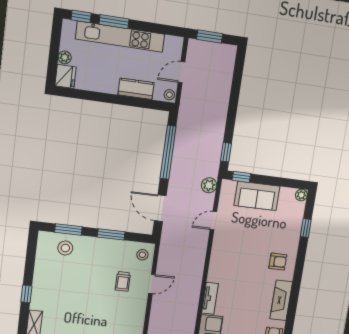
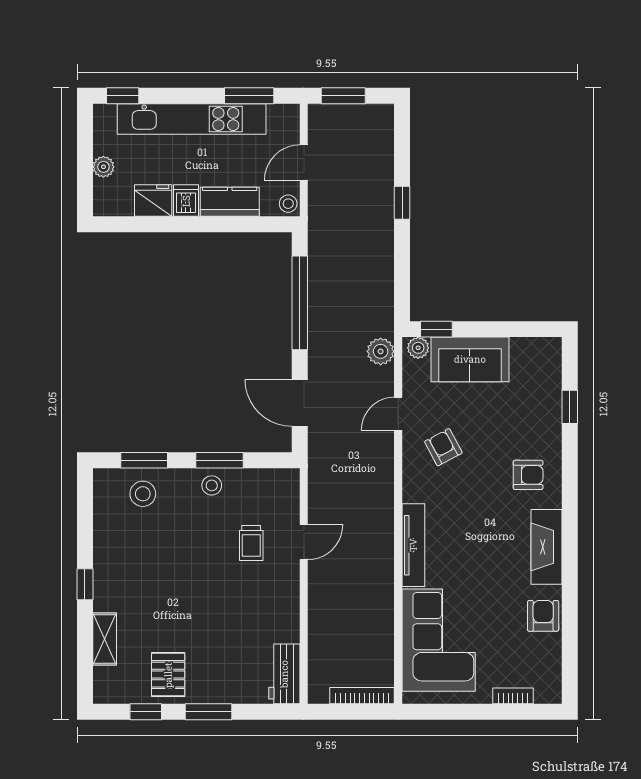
window: (114, 22) -> (249, 96), moved
fridge: (66, 76) -> (153, 201), moved, turned -90
dishwasher: (111, 84) -> (186, 201), added
window: (226, 152) -> (402, 203), moved
plant: (301, 195) -> (418, 348), moved
armchair: (235, 242) -> (443, 447), added
stool: (142, 255) -> (212, 485), moved
tv unit: (210, 298) -> (413, 545), width x1.41

